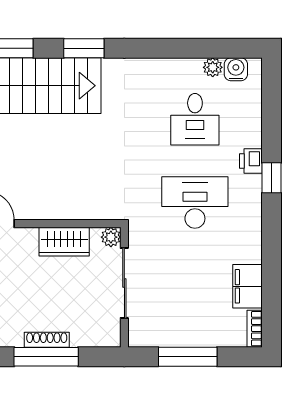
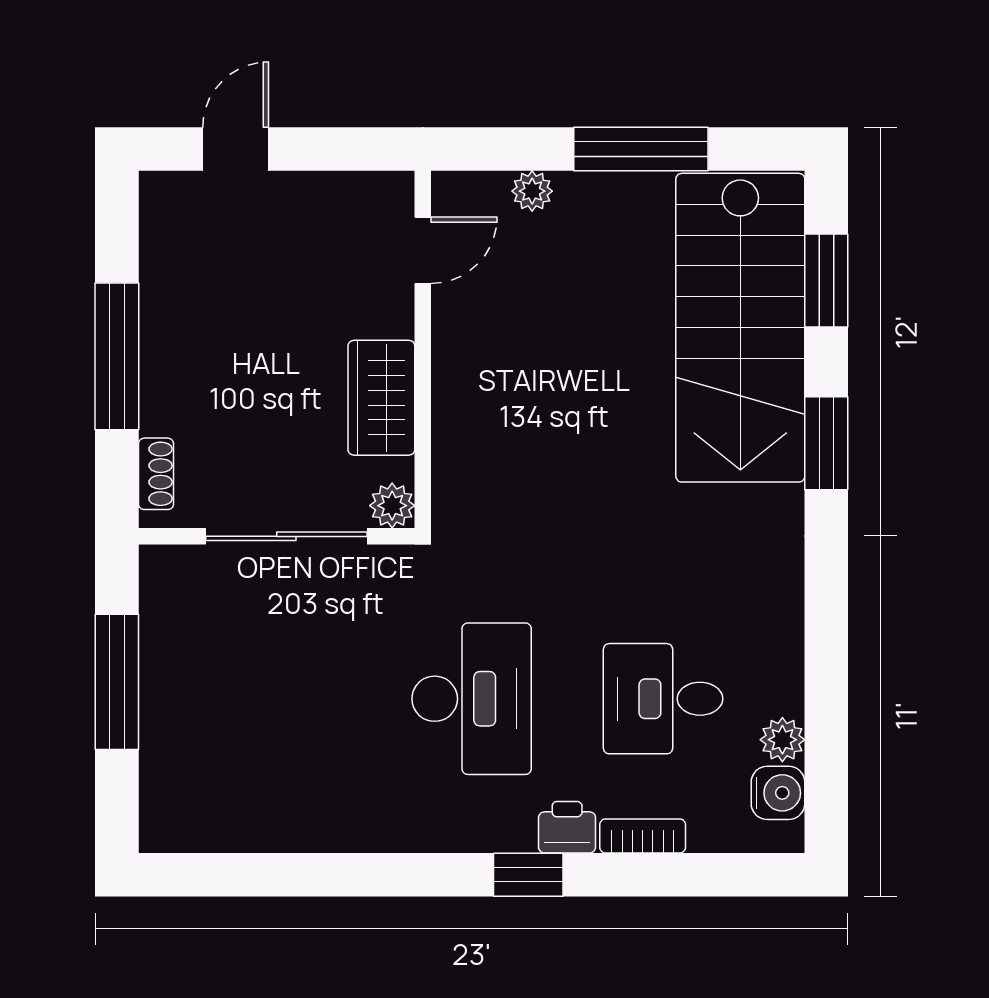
filing cabinet: (248, 286) -> (279, 820), removed
bookcase: (255, 329) -> (643, 836), moved
shoe rack: (47, 340) -> (156, 474), moved, width x0.70

